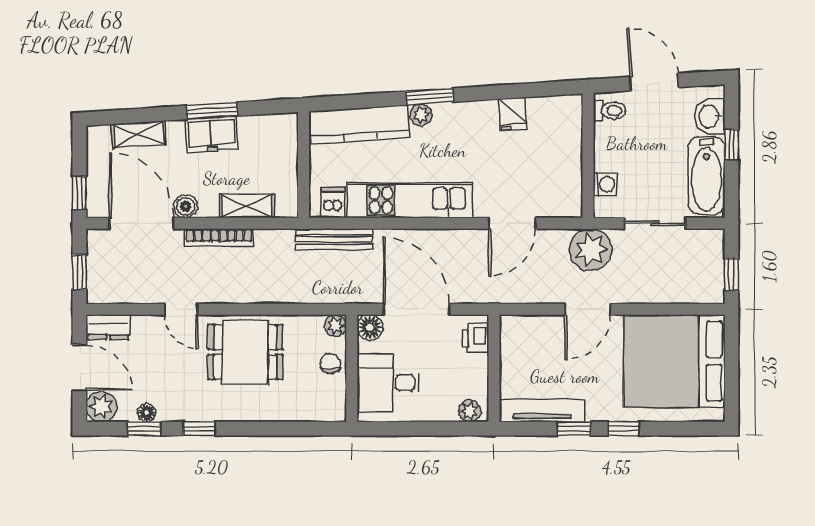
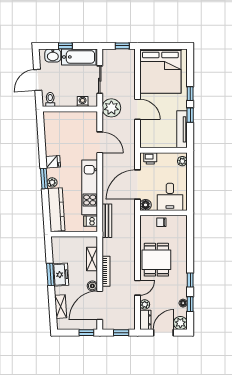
fridge: (513, 114) -> (53, 162), moved
plant: (335, 326) -> (145, 304), moved

